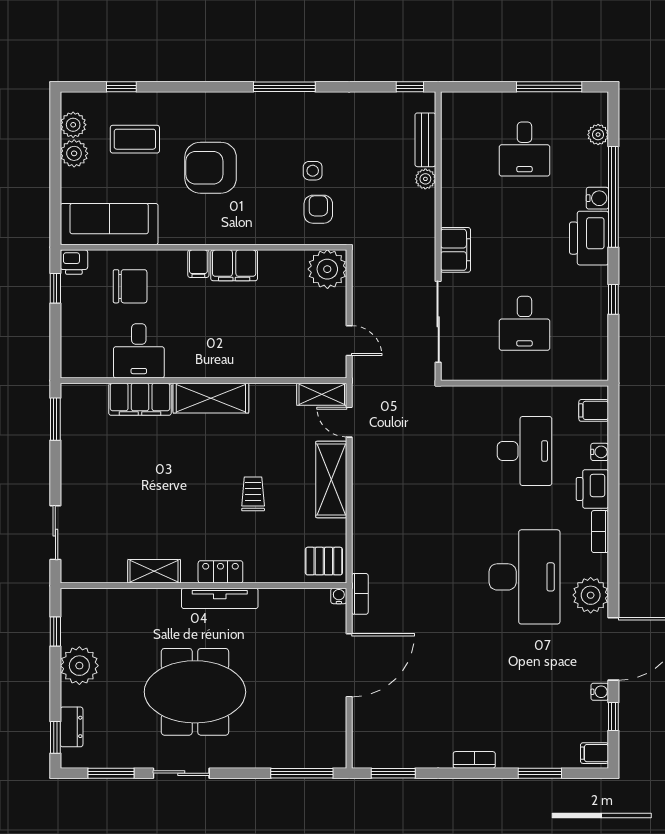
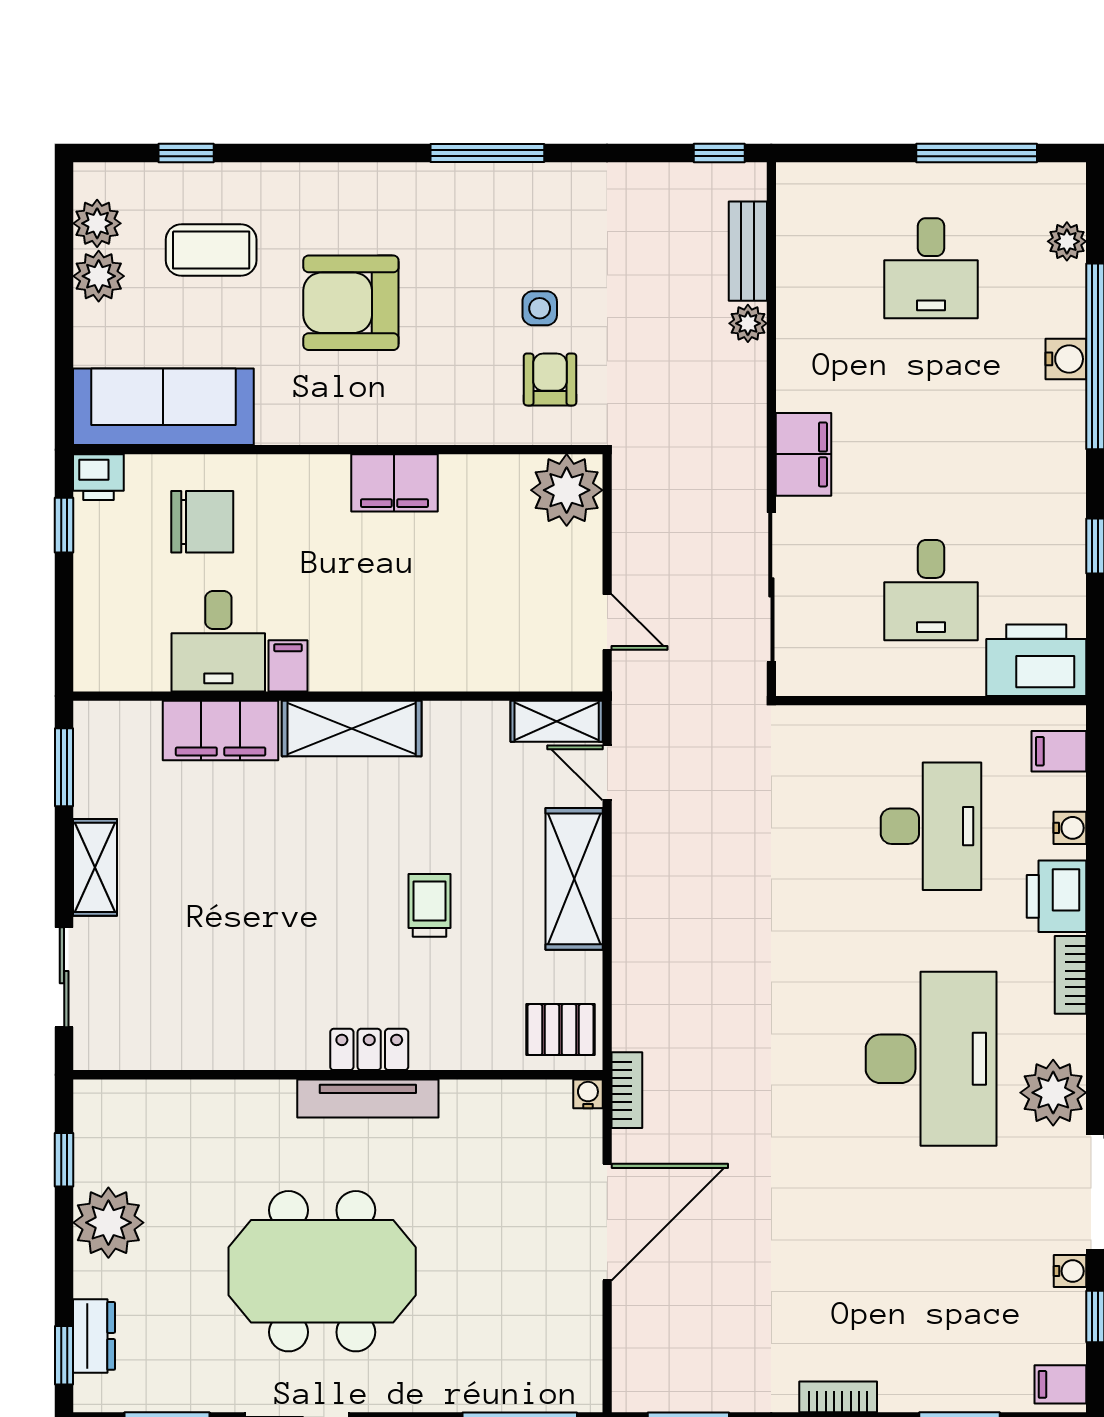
printer: (589, 238) -> (1036, 660), moved, turned 90
filing cabinet: (198, 264) -> (288, 666), moved, turned 180
shelving: (154, 571) -> (95, 867), moved, turned 90

